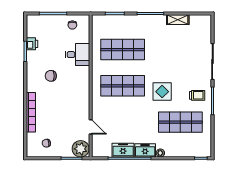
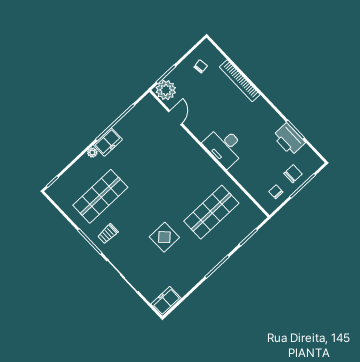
shelving: (178, 20) -> (188, 284), removed
printer: (32, 44) -> (289, 139), width x1.87, depth x1.48
desk: (77, 55) -> (224, 146), moved, width x1.37
chair: (51, 76) -> (293, 174), moved
shop shelf: (123, 86) -> (181, 180), removed
display table: (162, 92) -> (164, 237), moved
door: (91, 127) -> (175, 118), swing flipped
freezer: (123, 150) -> (166, 301), moved, turned 180

